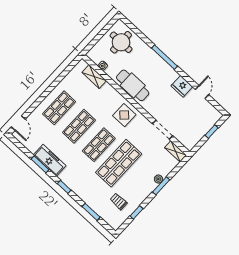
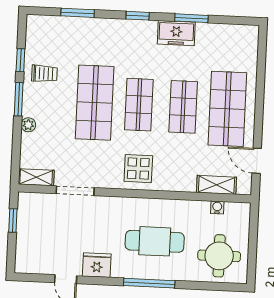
cafe table: (133, 85) -> (155, 241), moved
shop shelf: (59, 108) -> (227, 109), width x1.43, depth x1.36
door: (18, 123) -> (257, 161), moved
window: (212, 132) -> (13, 221), moved
freezer: (50, 160) -> (176, 33), width x0.71
window: (161, 186) -> (19, 99), moved
trolley: (119, 201) -> (44, 73), moved

